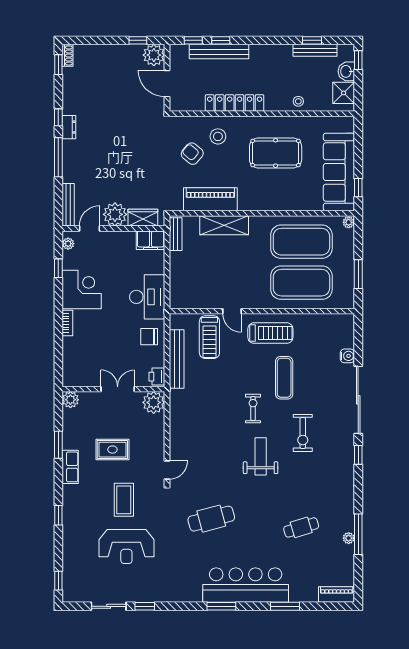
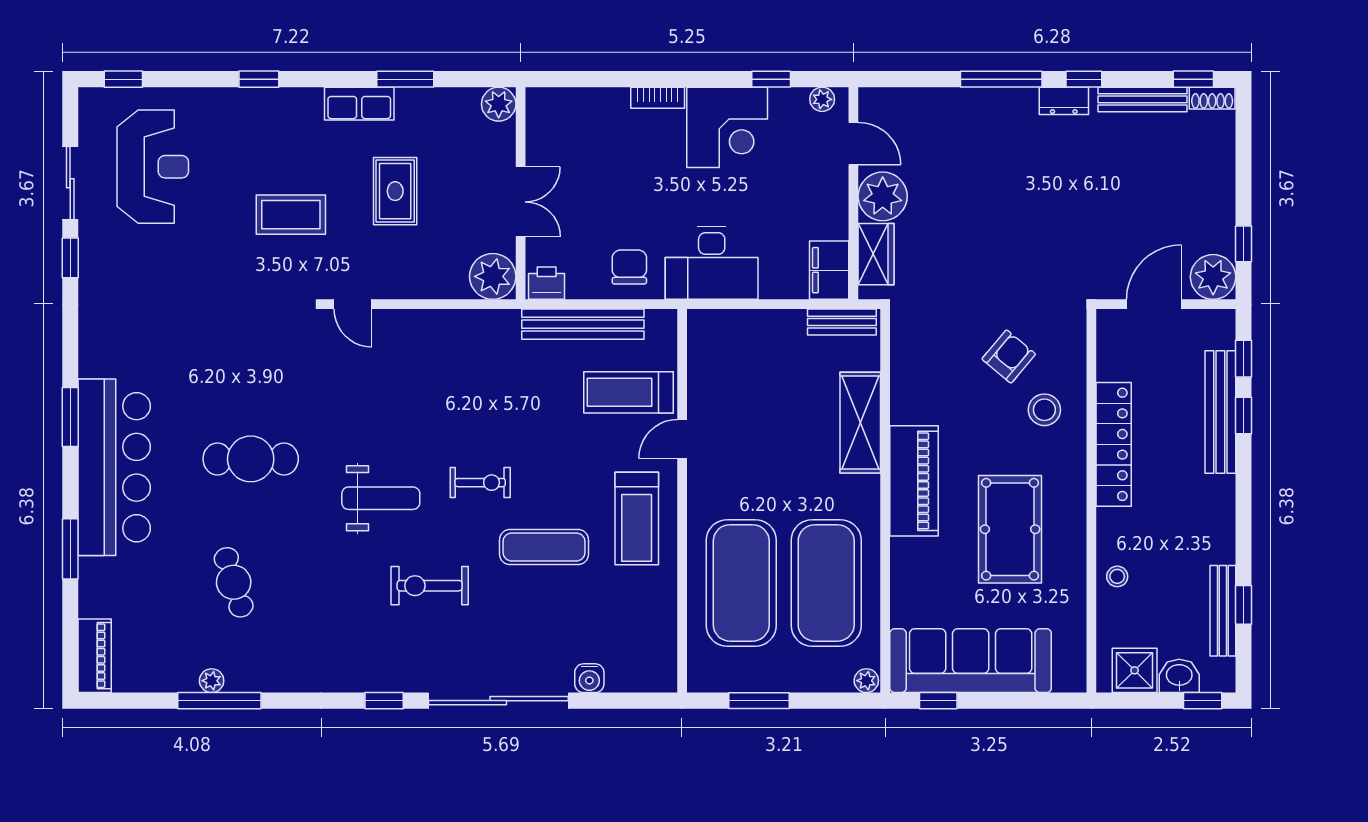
piano: (210, 199) -> (914, 481), moved
bench: (68, 205) -> (1143, 99), moved
cafe table: (211, 519) -> (251, 459), moved, turned -75
reception desk: (126, 546) -> (153, 167), moved, turned 180

